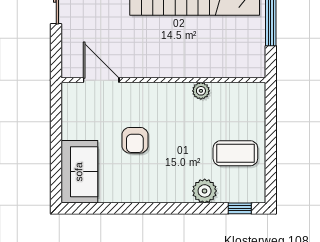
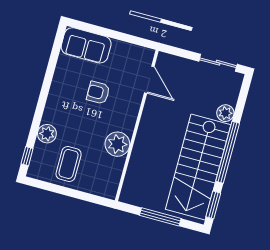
door: (101, 80) -> (149, 80), hinge flipped
plant: (201, 91) -> (117, 144), width x1.88, depth x1.88

